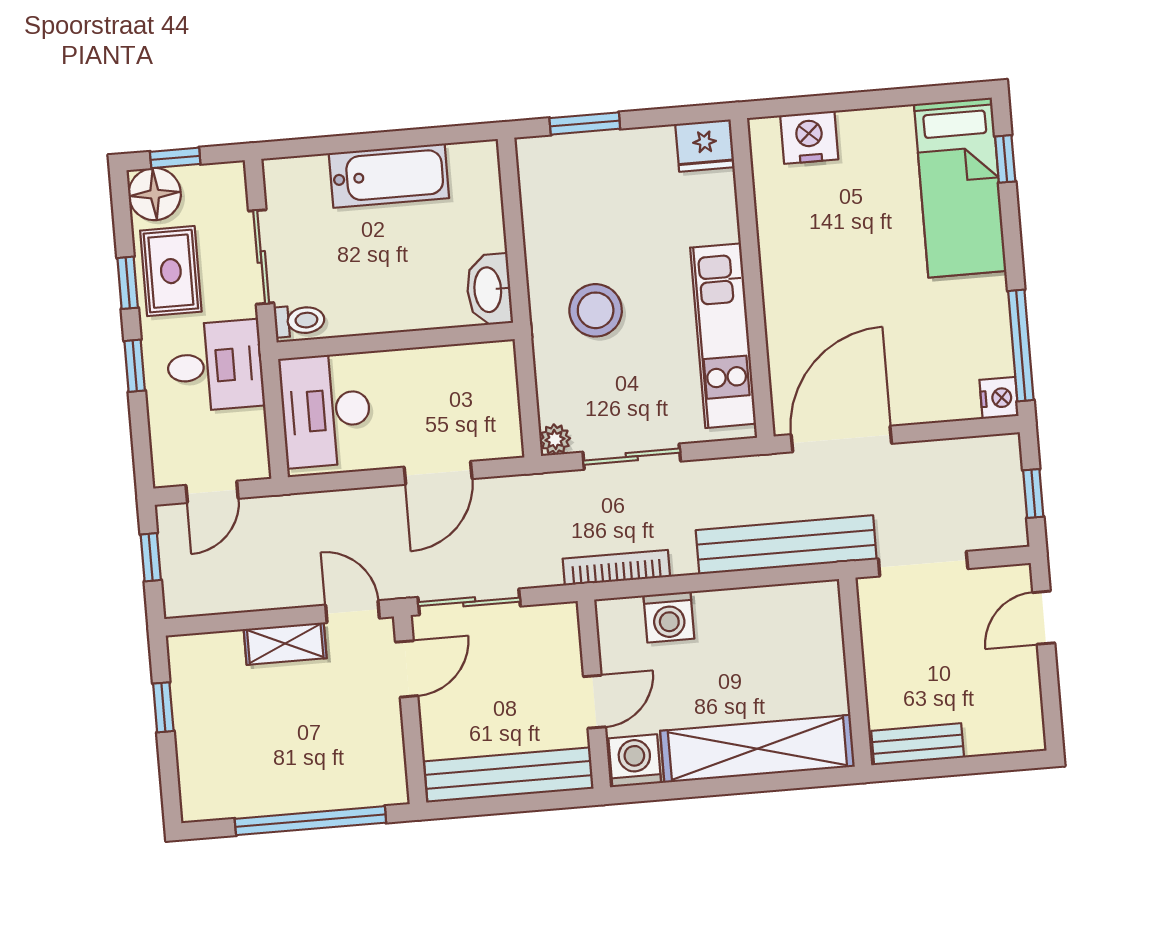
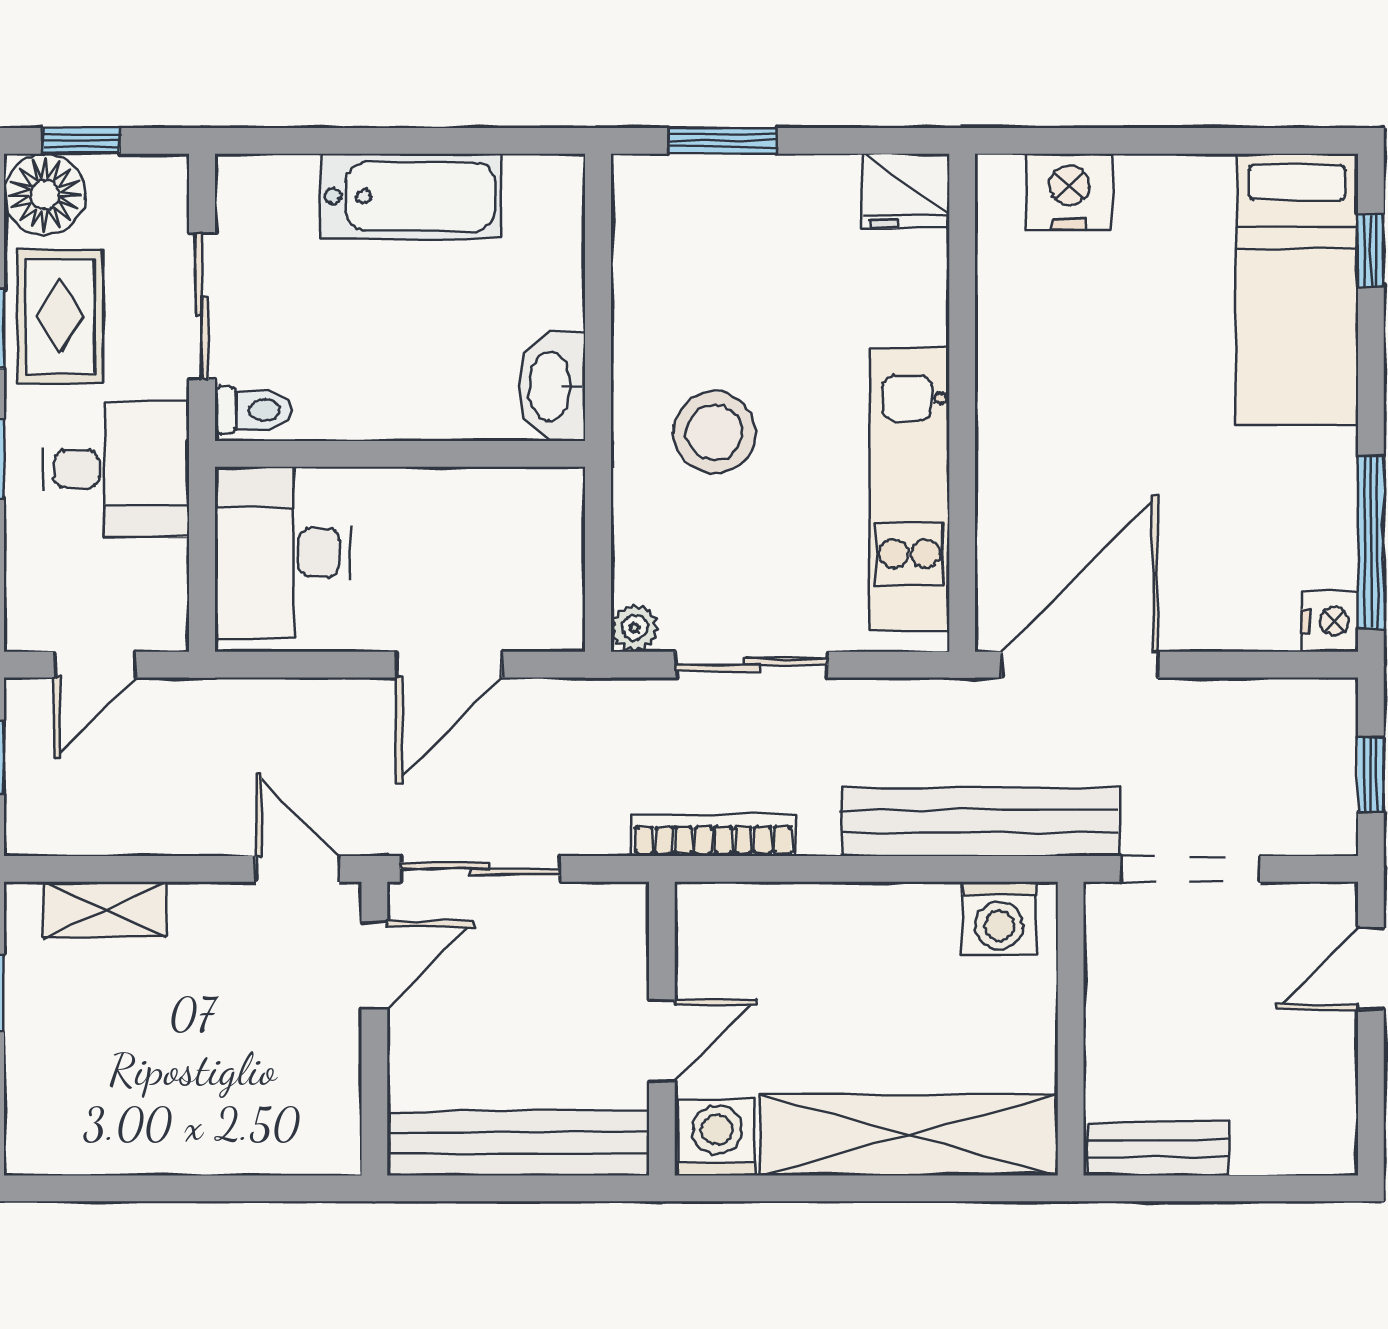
washing machine: (669, 617) -> (999, 919), moved
shelving: (285, 644) -> (105, 910), moved
window: (310, 821) -> (205, 1188), removed

